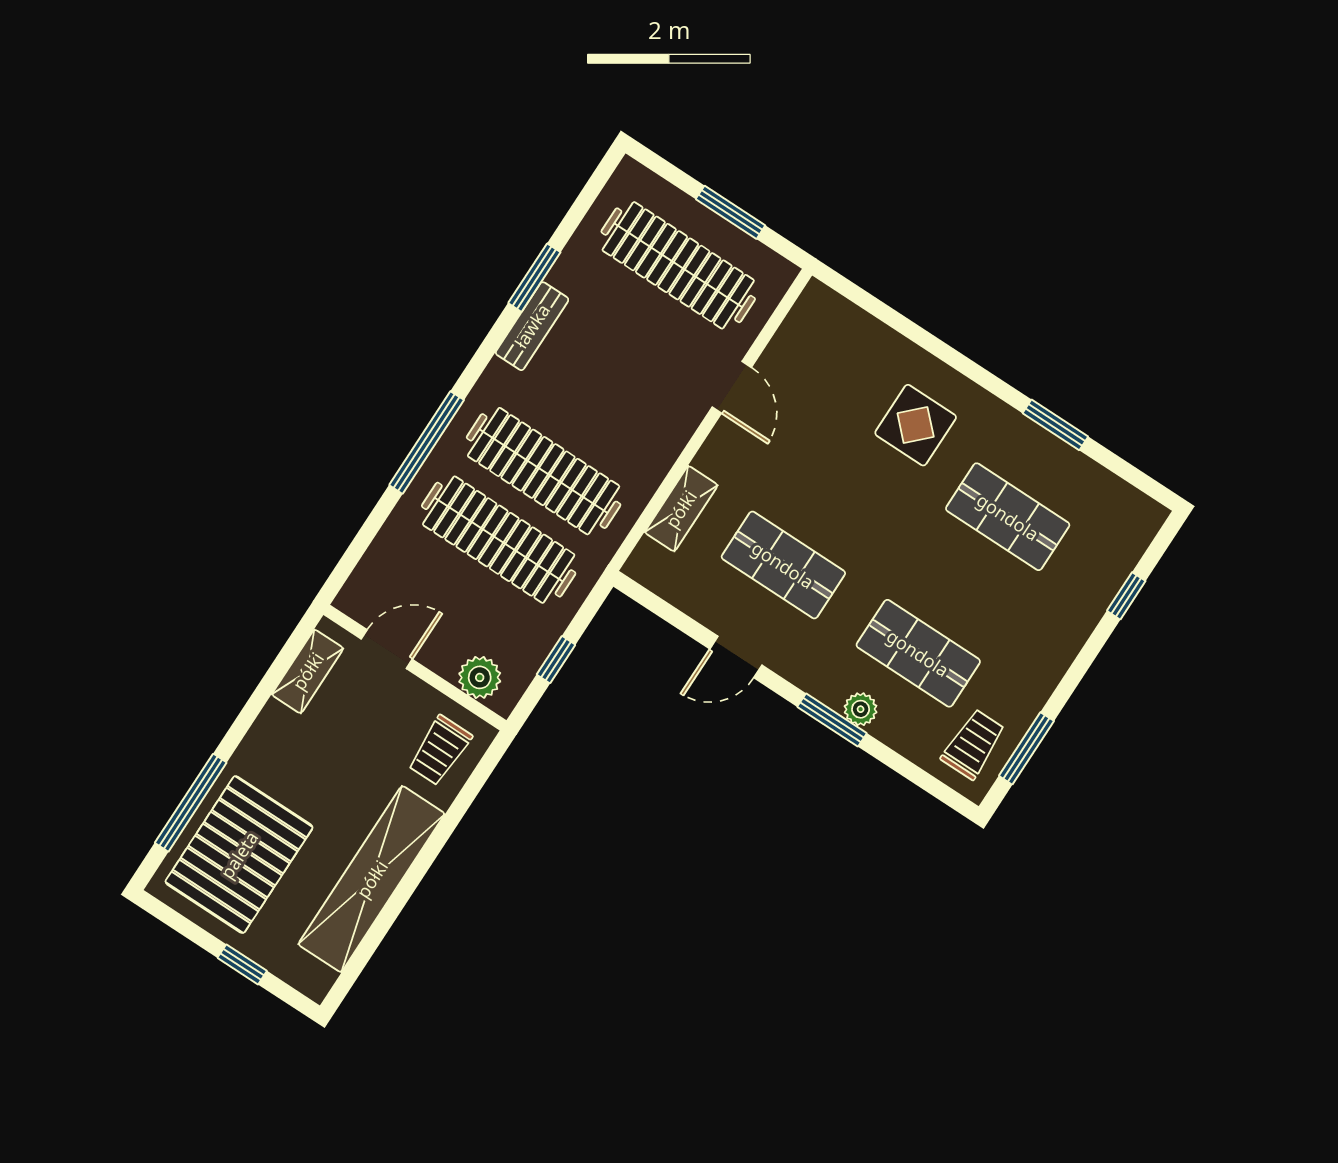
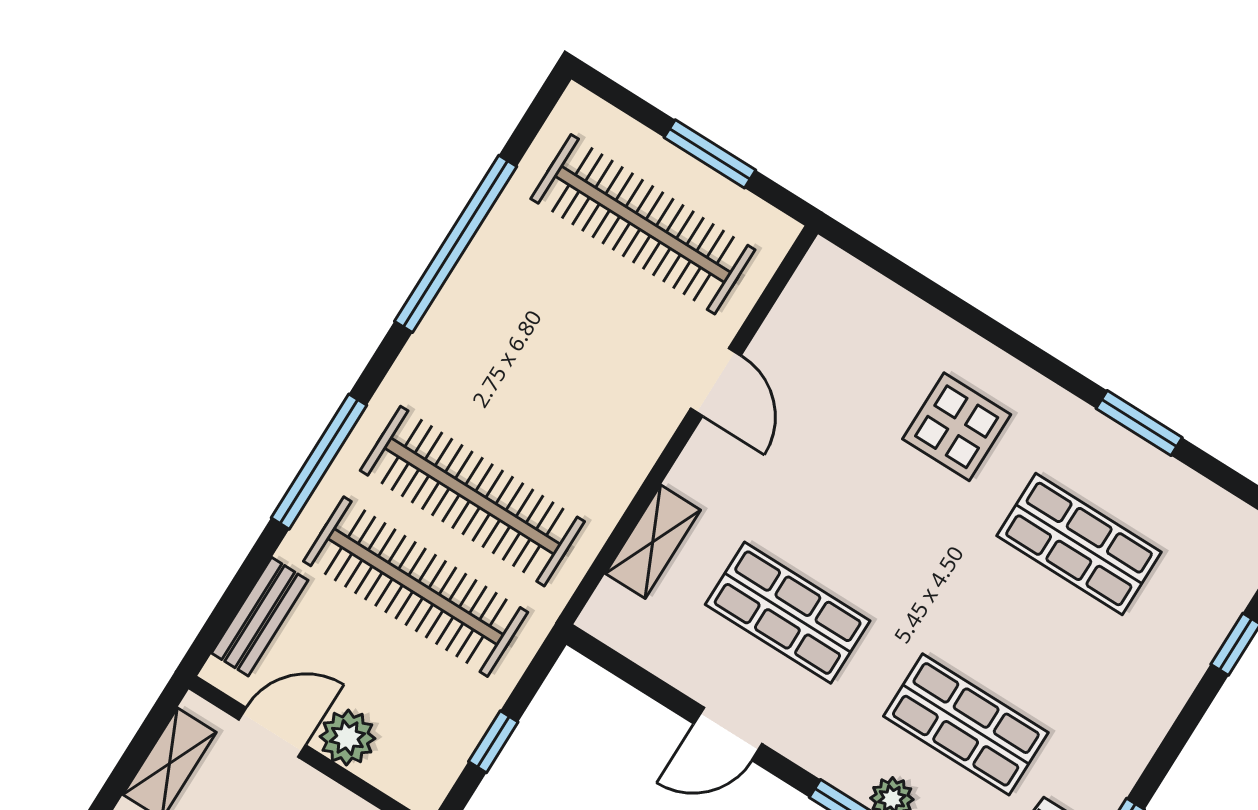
window: (534, 278) -> (456, 244), width x2.11
bench: (532, 326) -> (260, 617), moved
plant: (480, 677) -> (347, 738), moved

